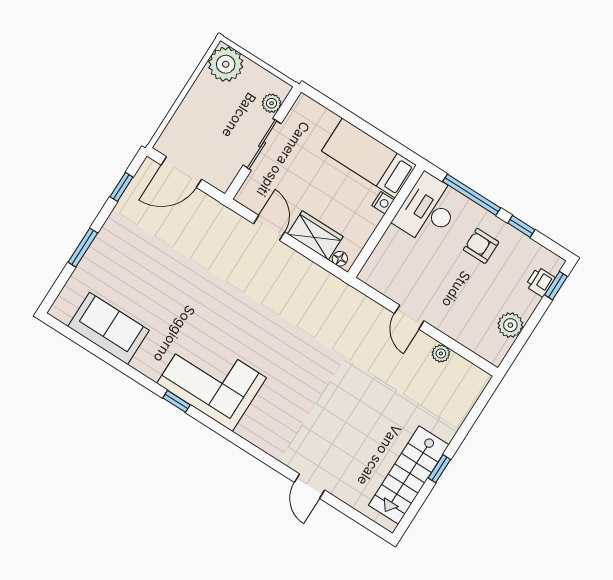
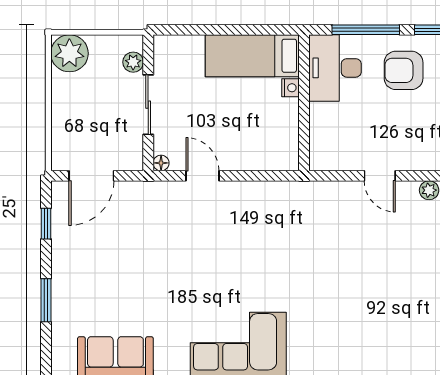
wardrobe: (315, 235) -> (248, 156), removed
armchair: (481, 246) -> (404, 70), width x1.38, depth x1.38
floor lamp: (340, 259) -> (161, 163), moved

